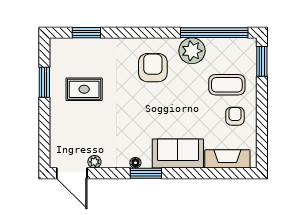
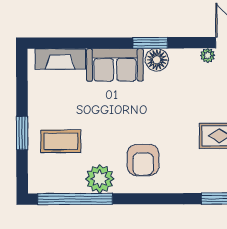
window: (262, 61) -> (22, 133), moved
armchair: (235, 116) -> (52, 106), removed
floor lamp: (135, 163) -> (157, 60), width x1.89, depth x1.89

